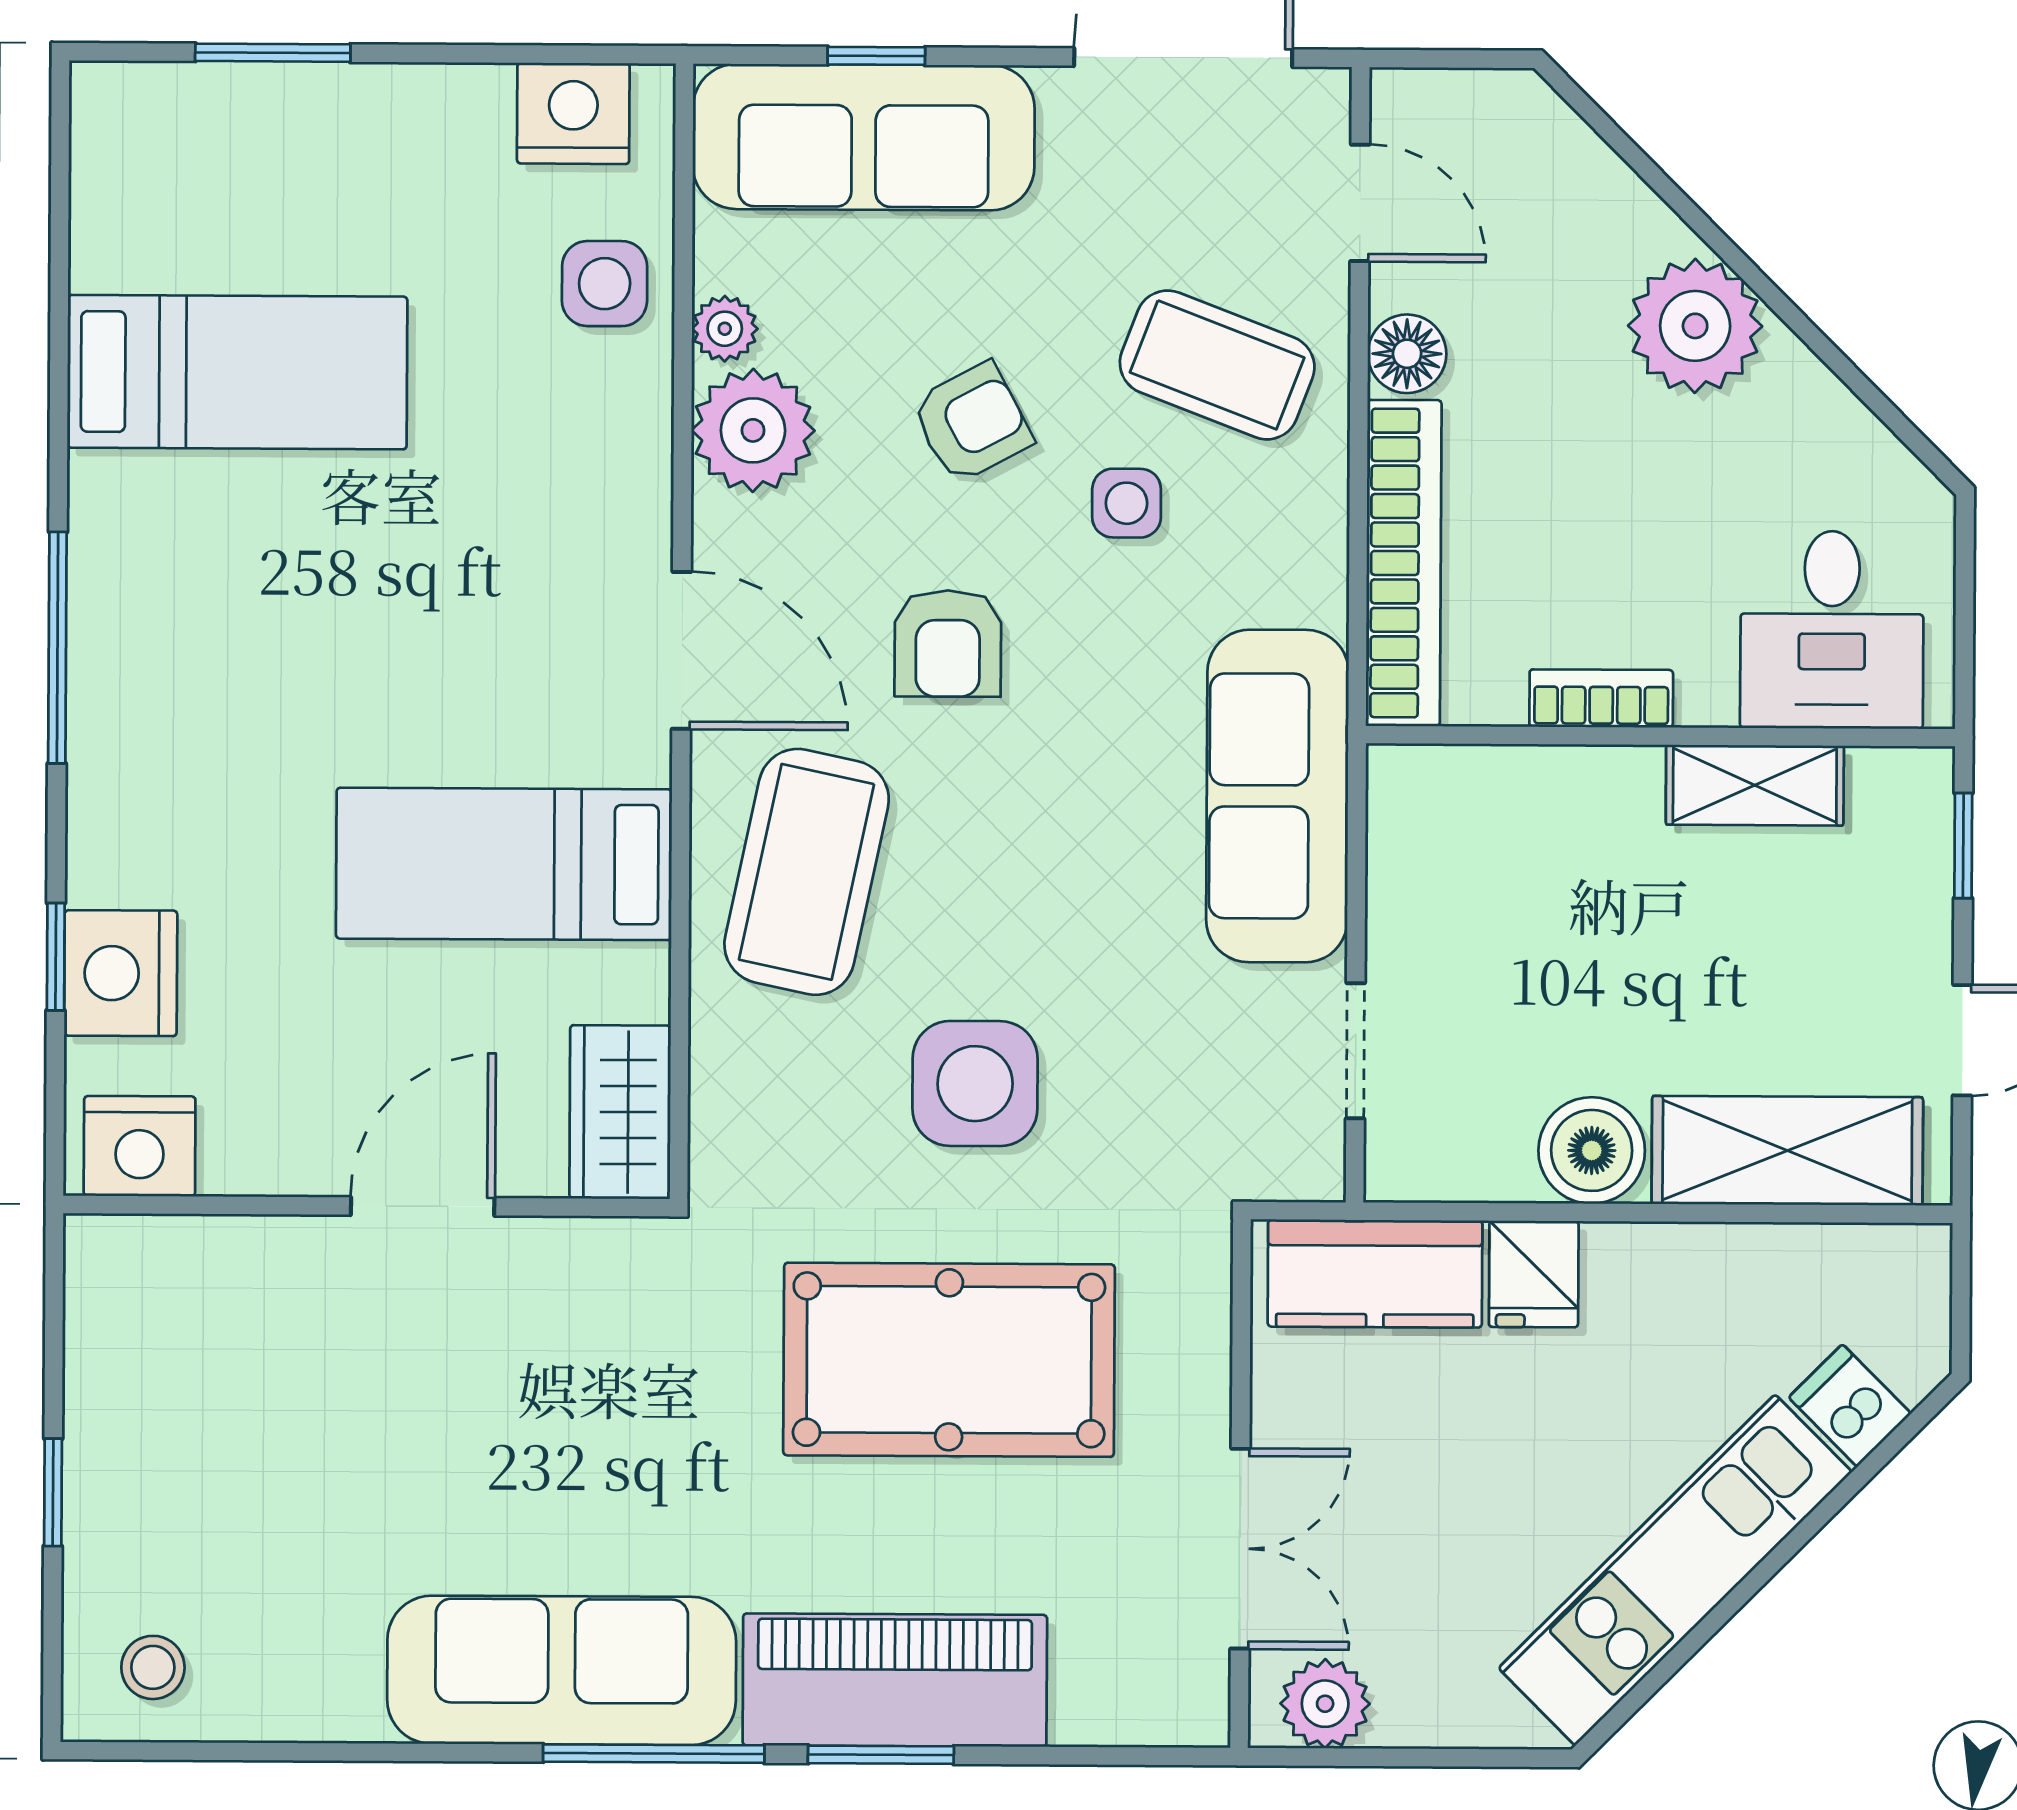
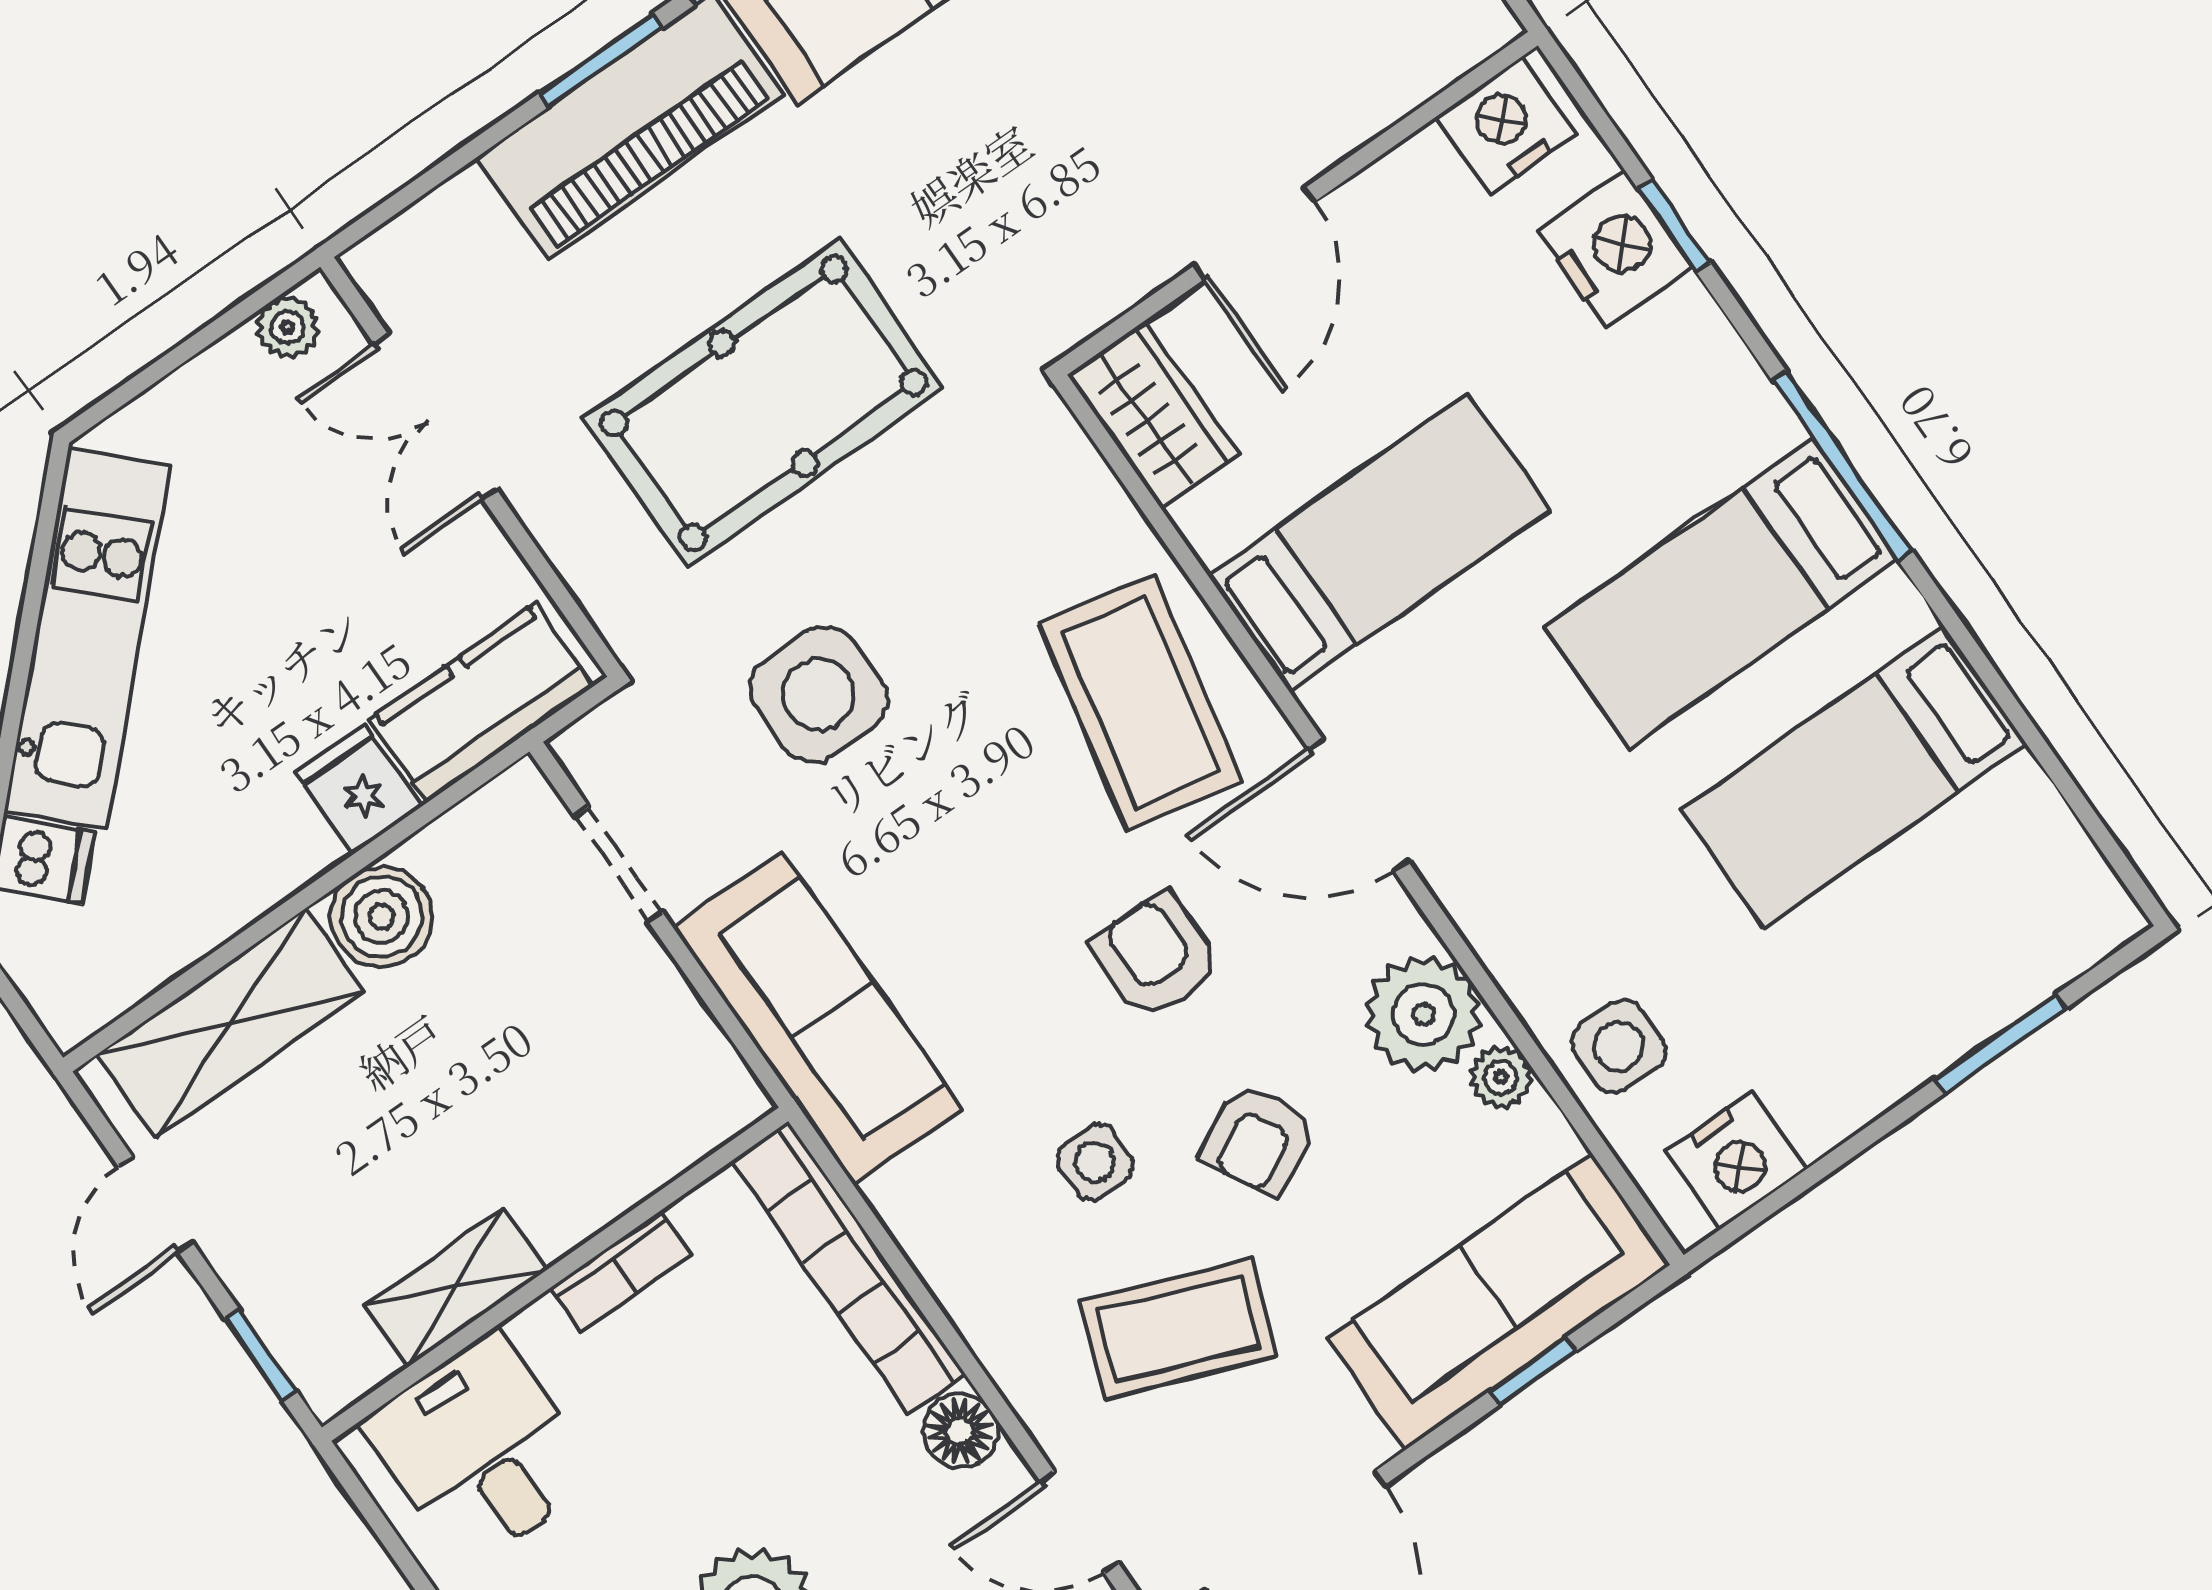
coffee table: (1217, 365) -> (1178, 1329), moved
bed: (240, 611) -> (1721, 594), added
side table: (975, 1084) -> (819, 694), moved
plant: (1325, 1704) -> (288, 327), width x0.73, depth x0.73

